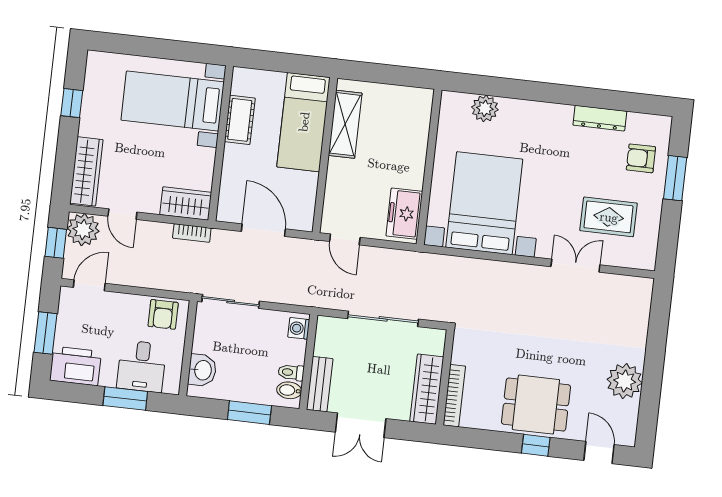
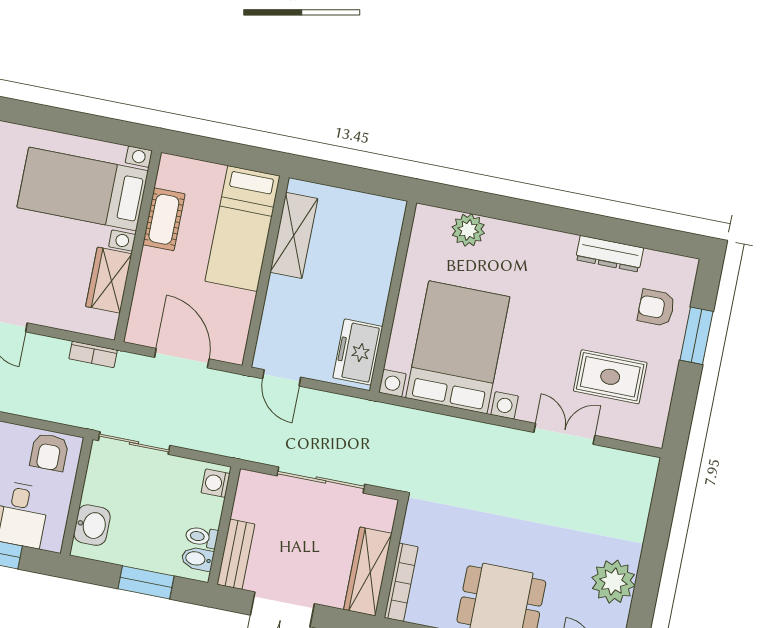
wardrobe: (186, 203) -> (109, 280), moved, turned -90

